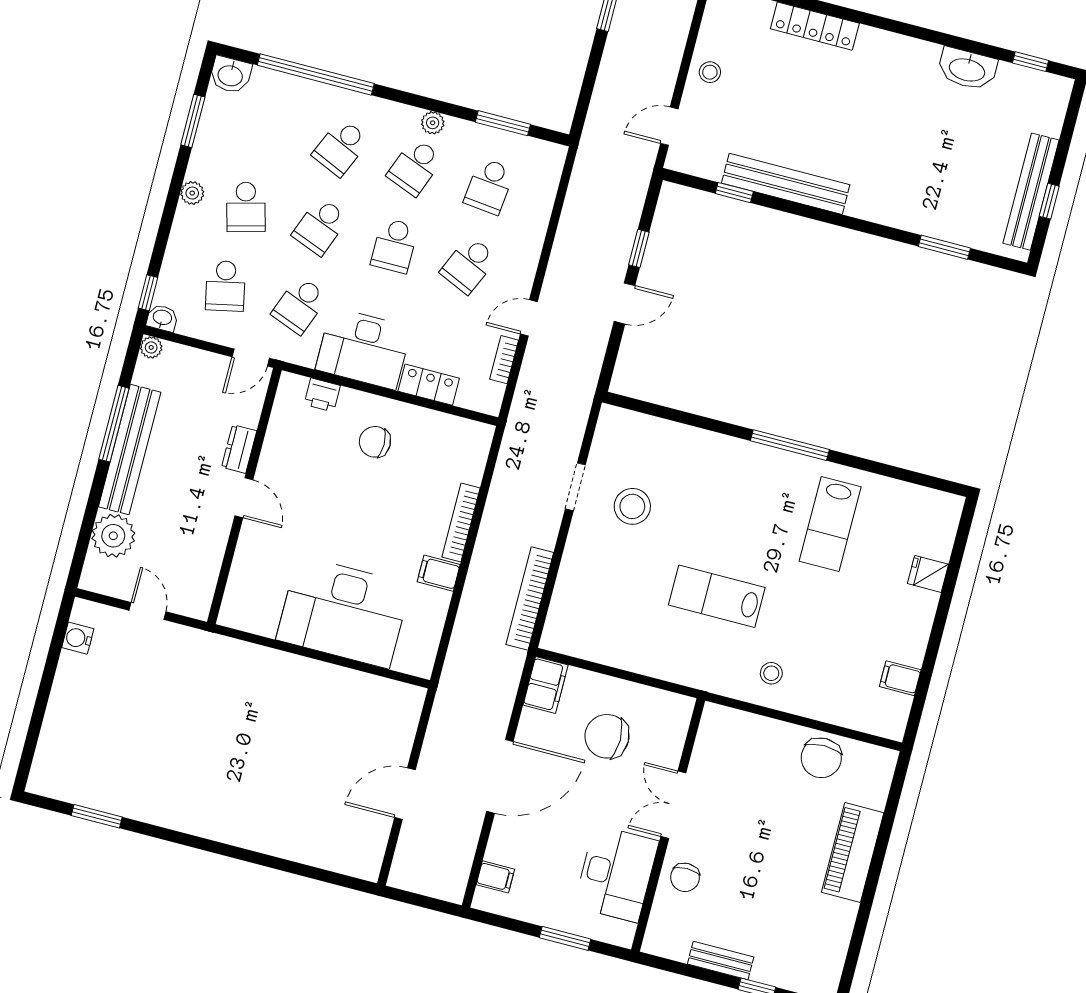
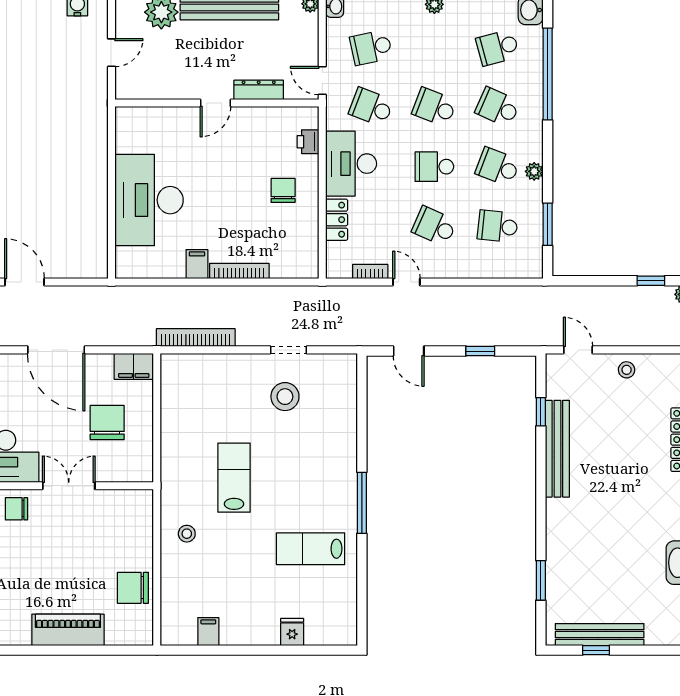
school desk: (246, 207) -> (498, 48), moved
door: (625, 303) -> (409, 351), moved
dresser: (239, 449) -> (259, 90), width x1.44

